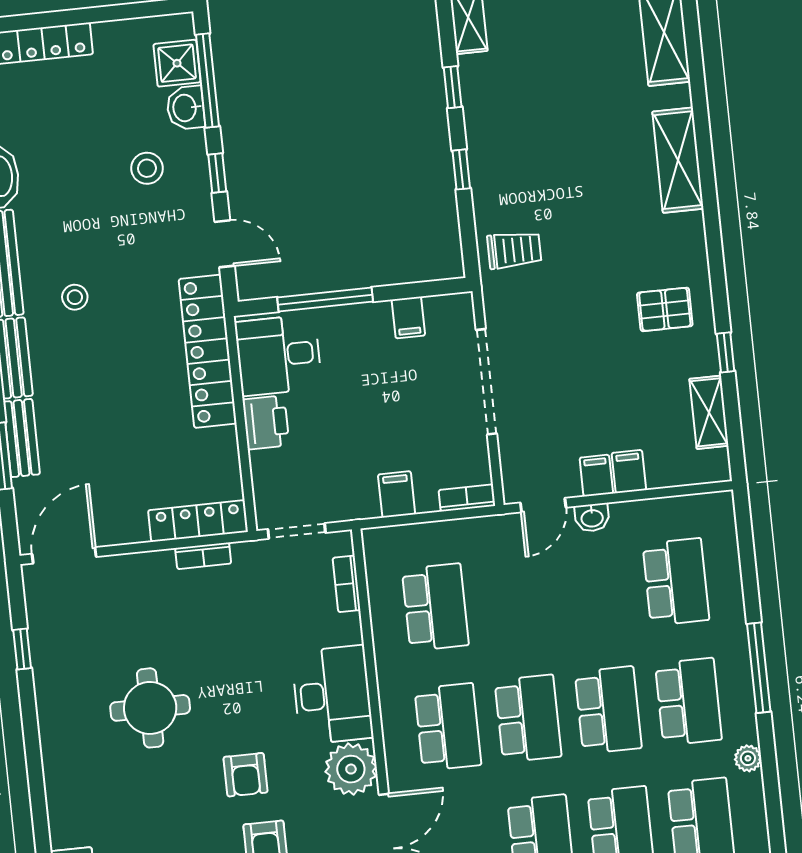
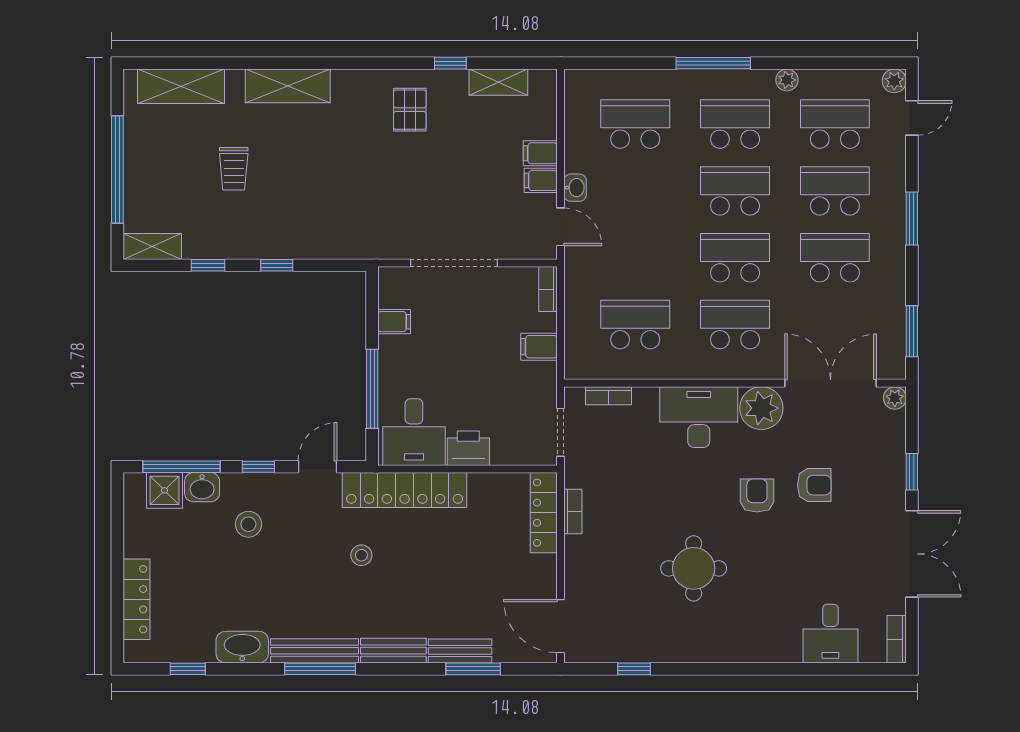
trolley: (514, 250) -> (234, 169), moved, turned 180
stool: (75, 297) -> (361, 555), moved
armchair: (246, 775) -> (757, 496), turned -90

